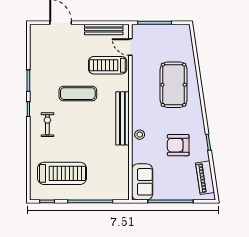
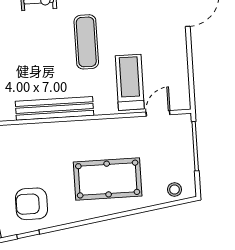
bench: (104, 29) -> (181, 74), removed
stool: (140, 135) -> (175, 190), moved
armchair: (178, 145) -> (31, 204), moved, turned -90

